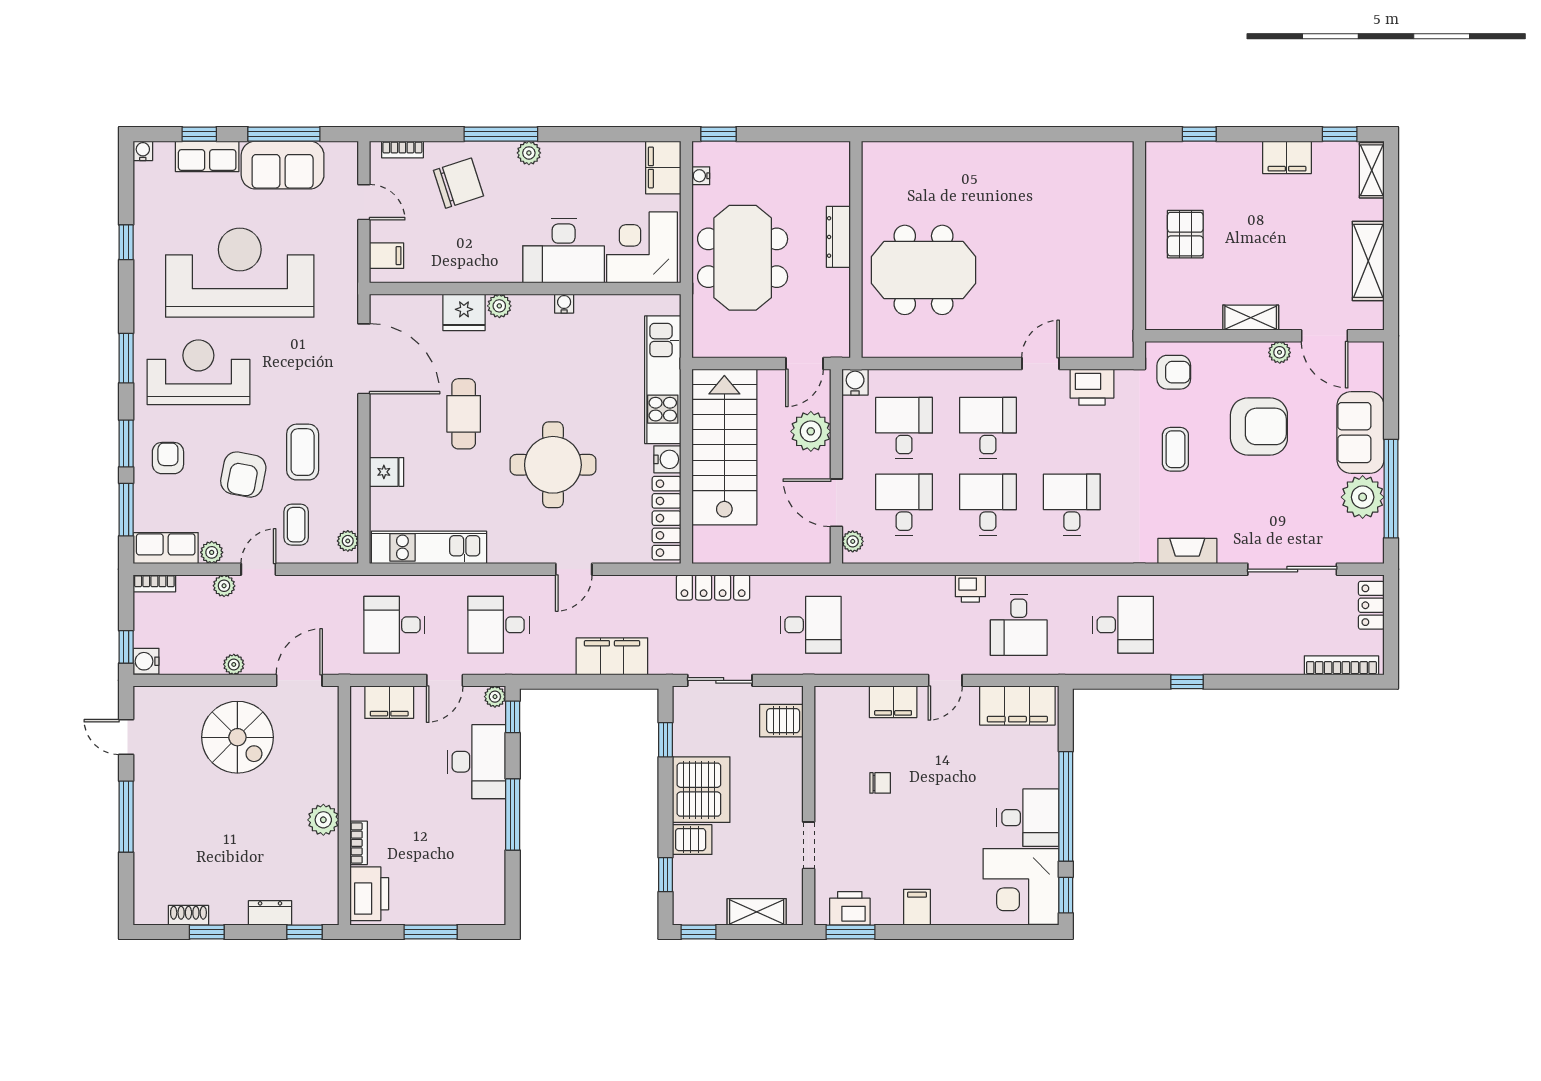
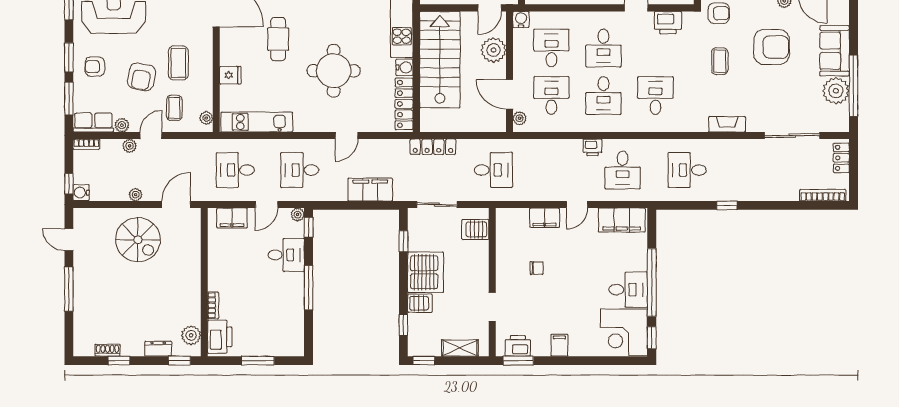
desk: (988, 428) -> (603, 48), turned 180
armchair: (168, 458) -> (95, 67), turned -90
desk: (988, 505) -> (603, 95), turned 180
desk: (1123, 625) -> (687, 170), turned 180
desk: (477, 762) -> (286, 255), width x0.73
plant: (323, 820) -> (191, 335), moved

